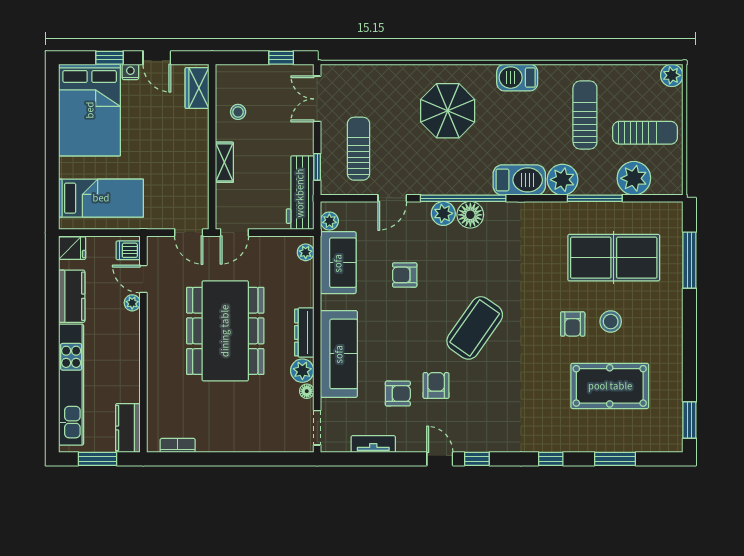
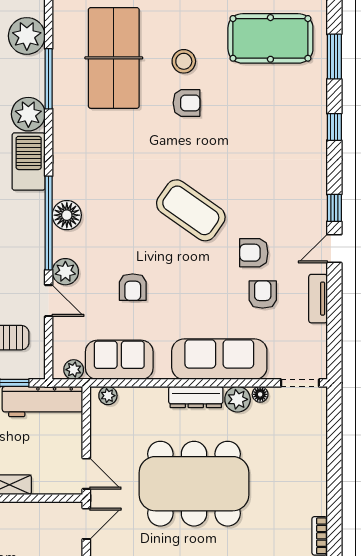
plant: (443, 213) -> (65, 272), moved
pool table: (610, 386) -> (270, 38), moved, turned 90
tv unit: (373, 444) -> (318, 299), moved

